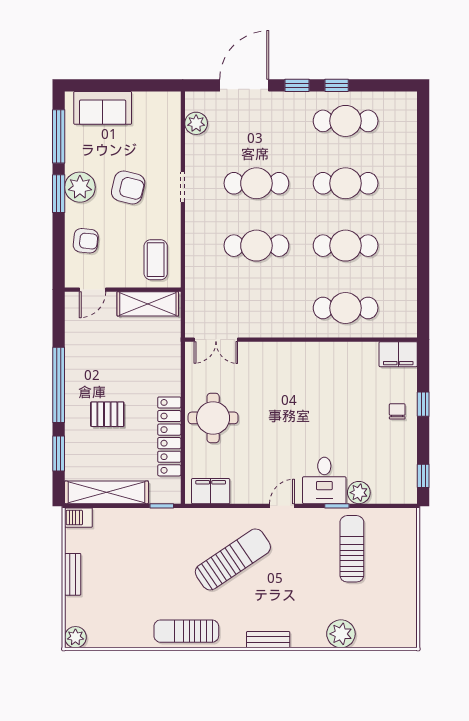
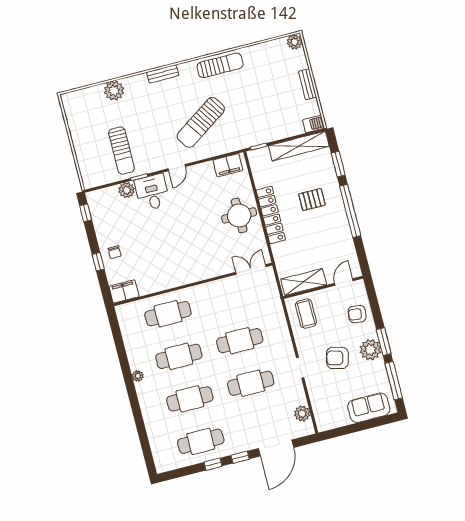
plant: (409, 233) -> (138, 376), added
locker: (169, 436) -> (271, 215), moved

